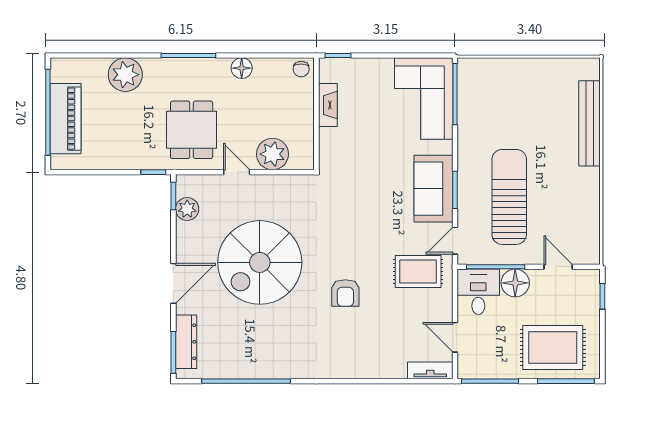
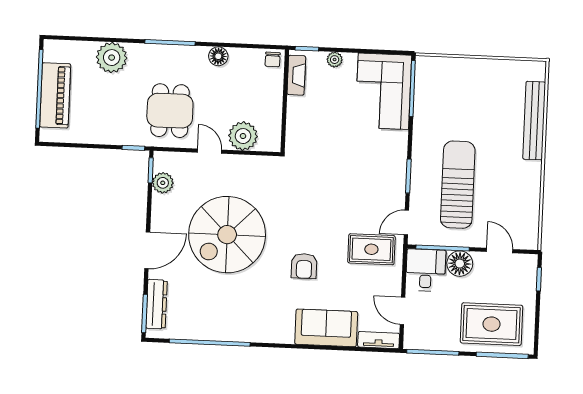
plant: (369, 66) -> (335, 60), added
fireplace: (328, 105) -> (296, 75), moved
sofa: (433, 189) -> (326, 328), moved, turned 90

